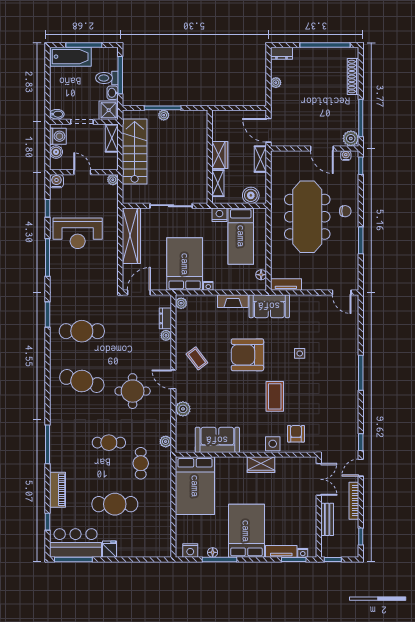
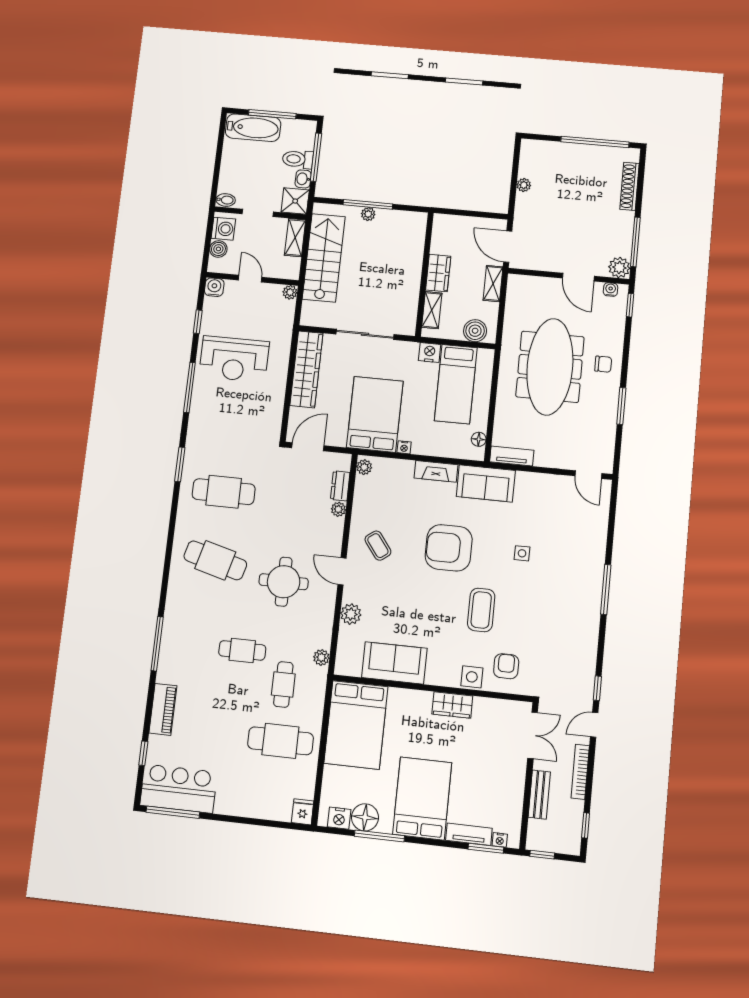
dresser: (281, 53) -> (535, 147), removed
cafe table: (115, 504) -> (280, 741), moved
fridge: (110, 549) -> (303, 812), moved
floor lamp: (213, 552) -> (365, 817), width x1.89, depth x1.89

